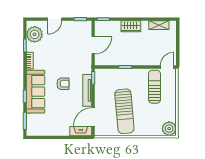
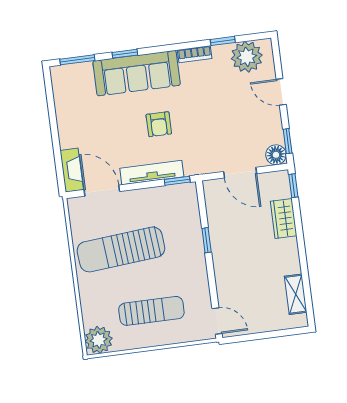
floor lamp: (86, 26) -> (276, 155), added
wardrobe: (131, 26) -> (284, 218), moved
sun lounger: (154, 87) -> (151, 311), moved

